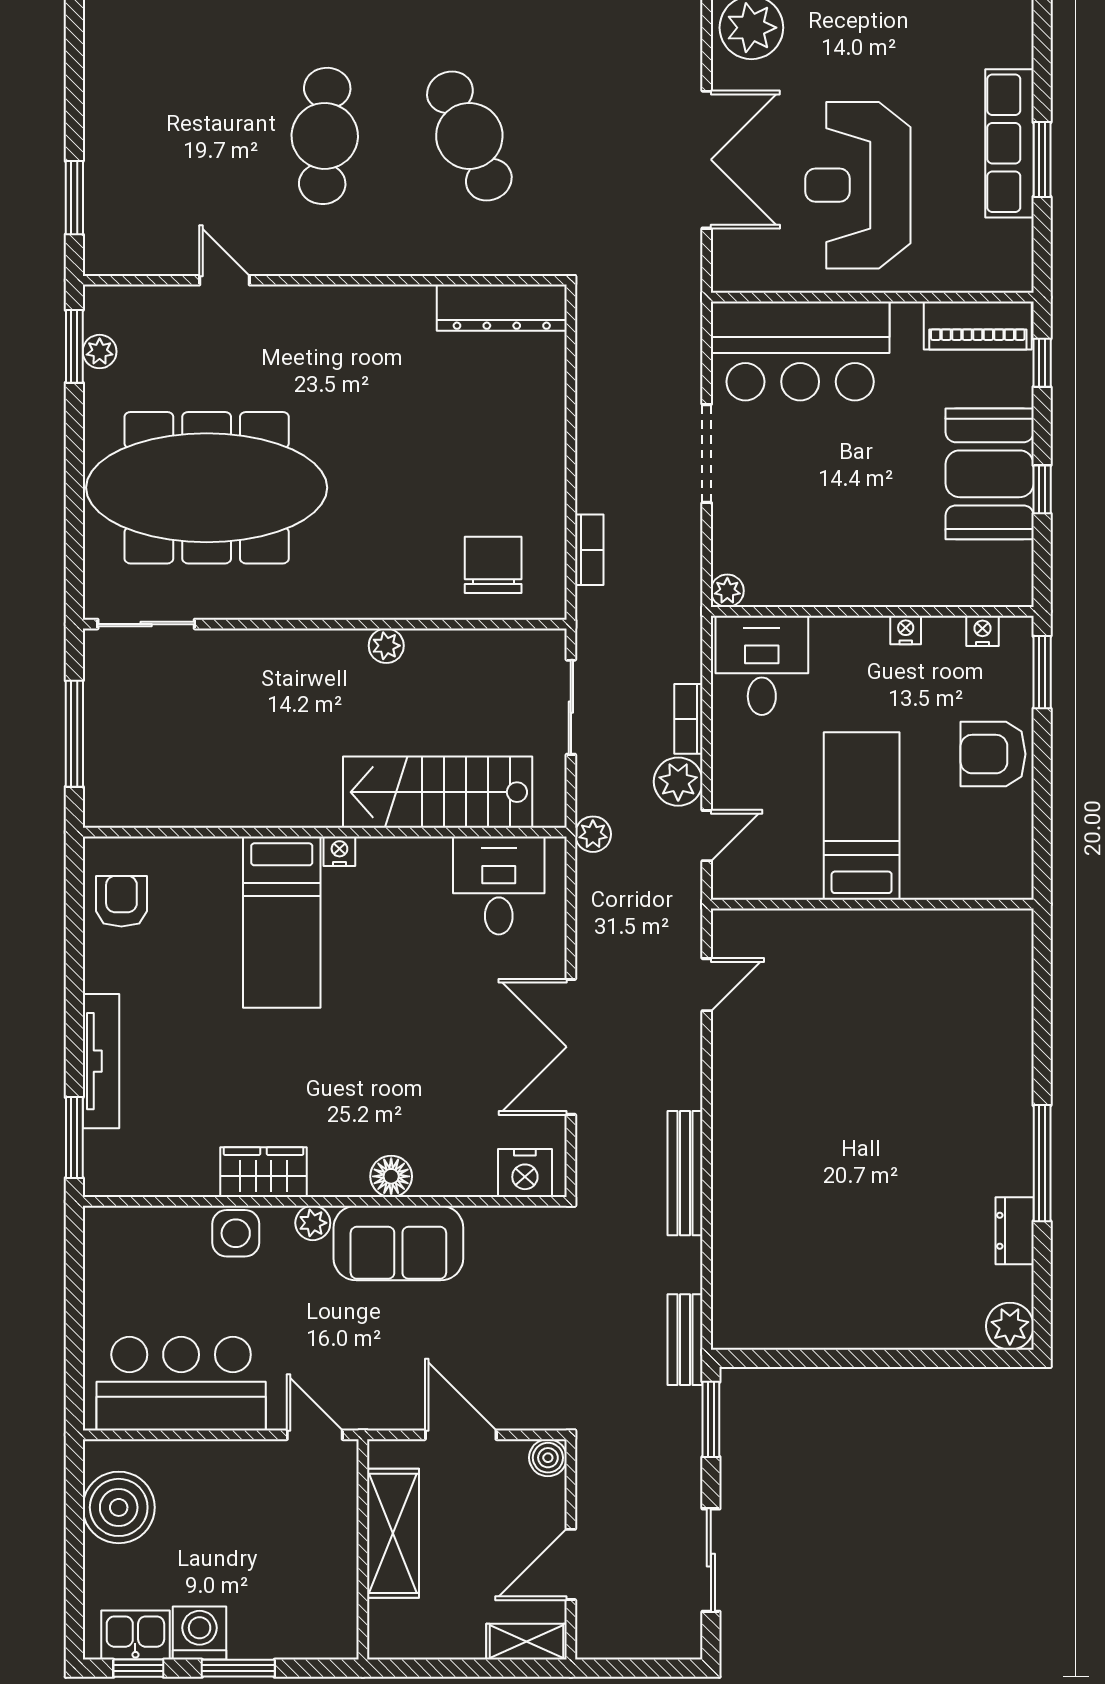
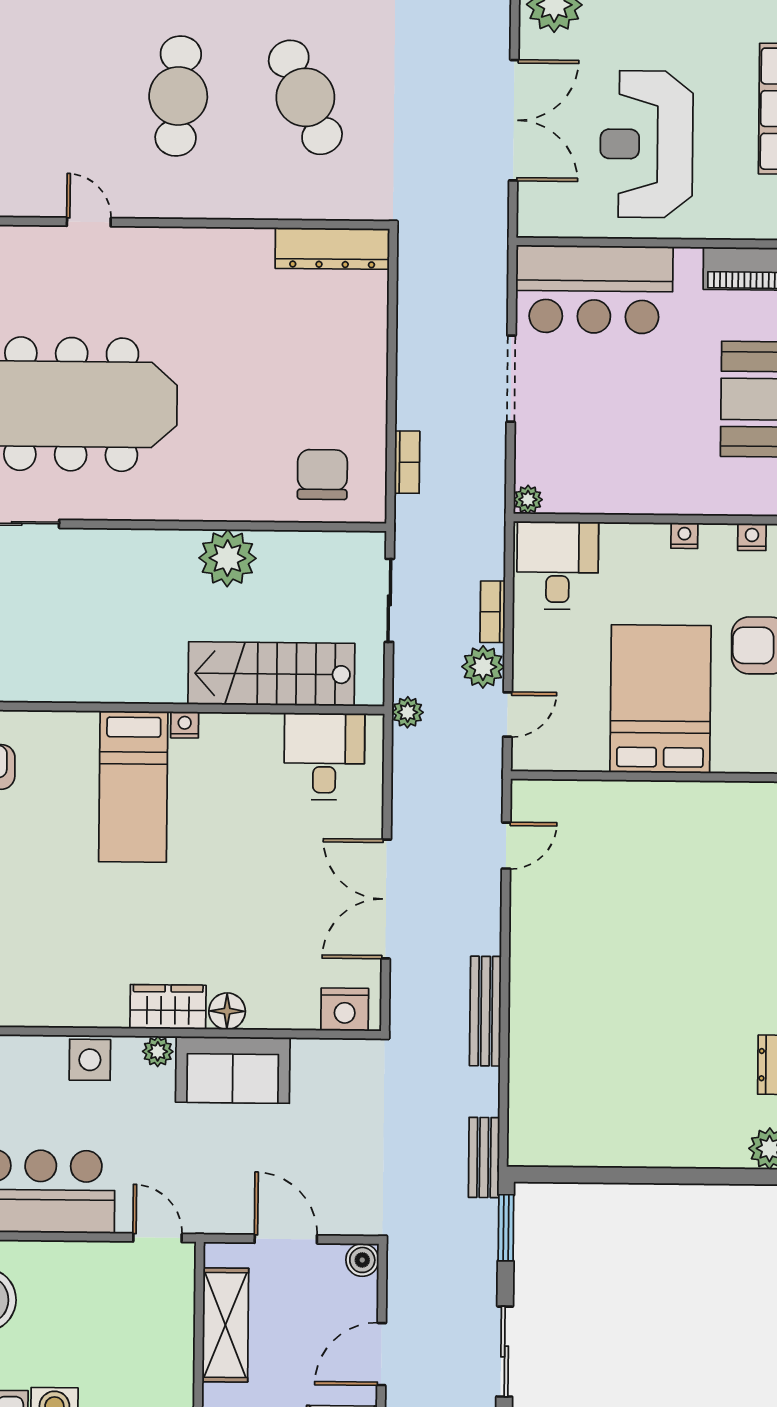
plant: (386, 646) -> (227, 558), width x1.87, depth x1.87
bed: (862, 816) -> (661, 699), width x1.50
wardrobe: (264, 1172) -> (168, 1007), moved

